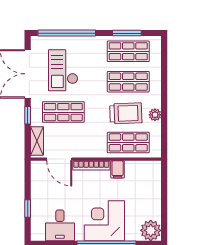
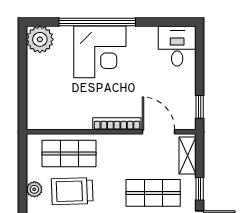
filing cabinet: (118, 169) -> (83, 118), removed
window: (28, 209) -> (200, 107), moved
desk: (60, 225) -> (177, 46), moved

